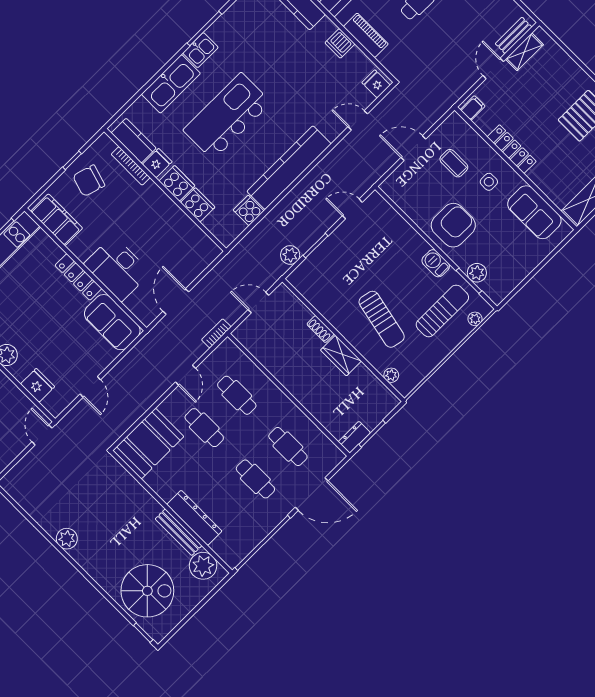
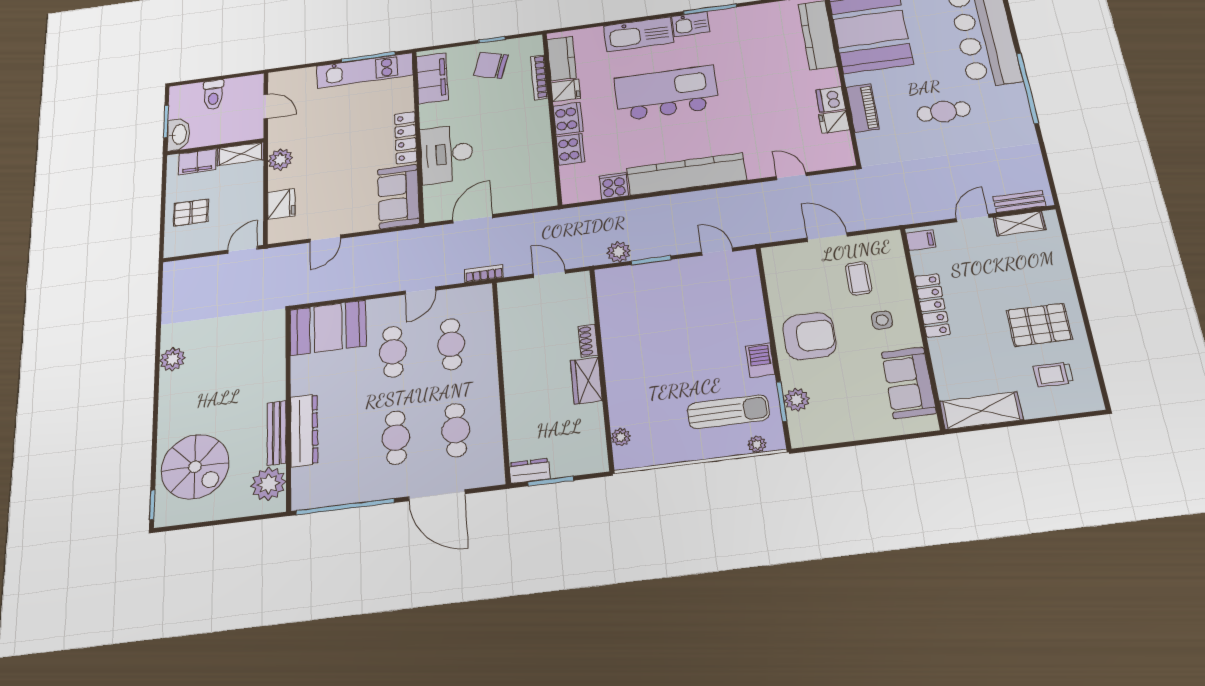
fridge: (376, 84) -> (834, 122), moved, turned -90
sun lounger: (382, 319) -> (658, 375), removed

